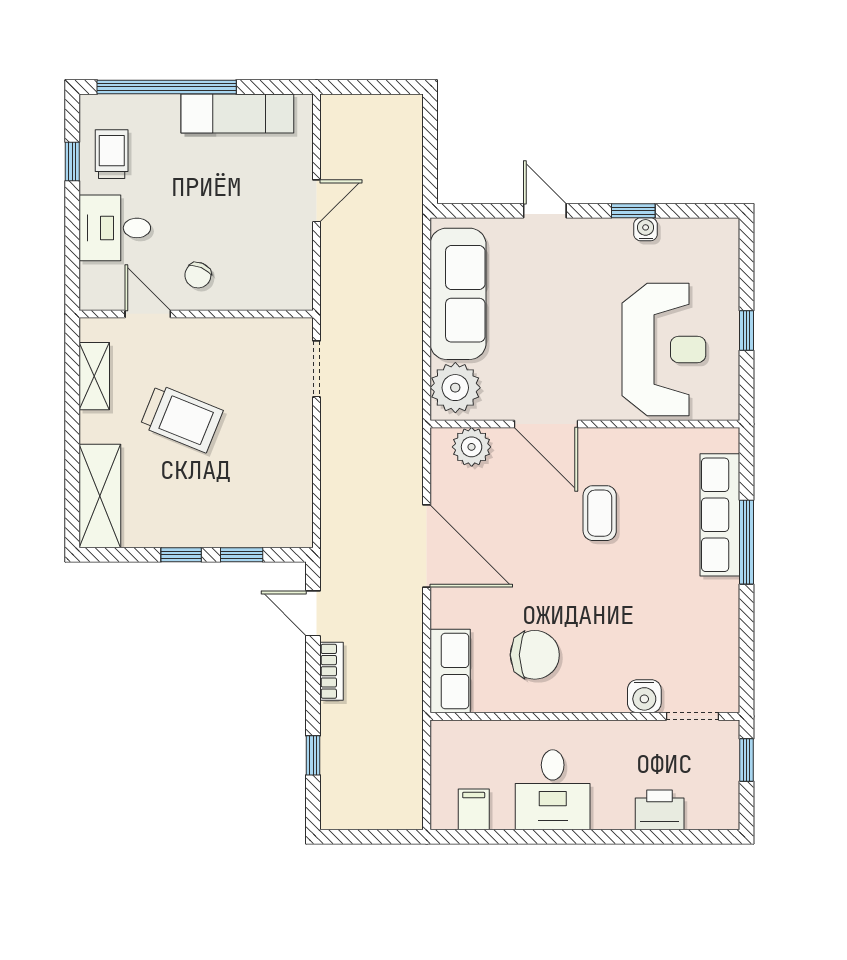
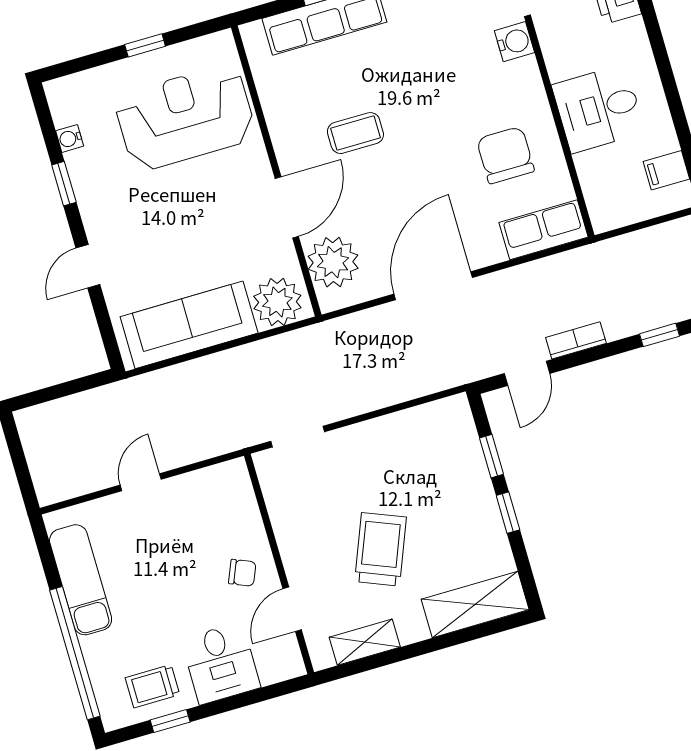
door: (317, 201) -> (141, 482), hinge flipped
water cooler: (646, 229) -> (70, 138), moved
plant: (472, 447) -> (333, 262), width x1.36, depth x1.36
desk: (553, 790) -> (598, 109), moved, turned 180

